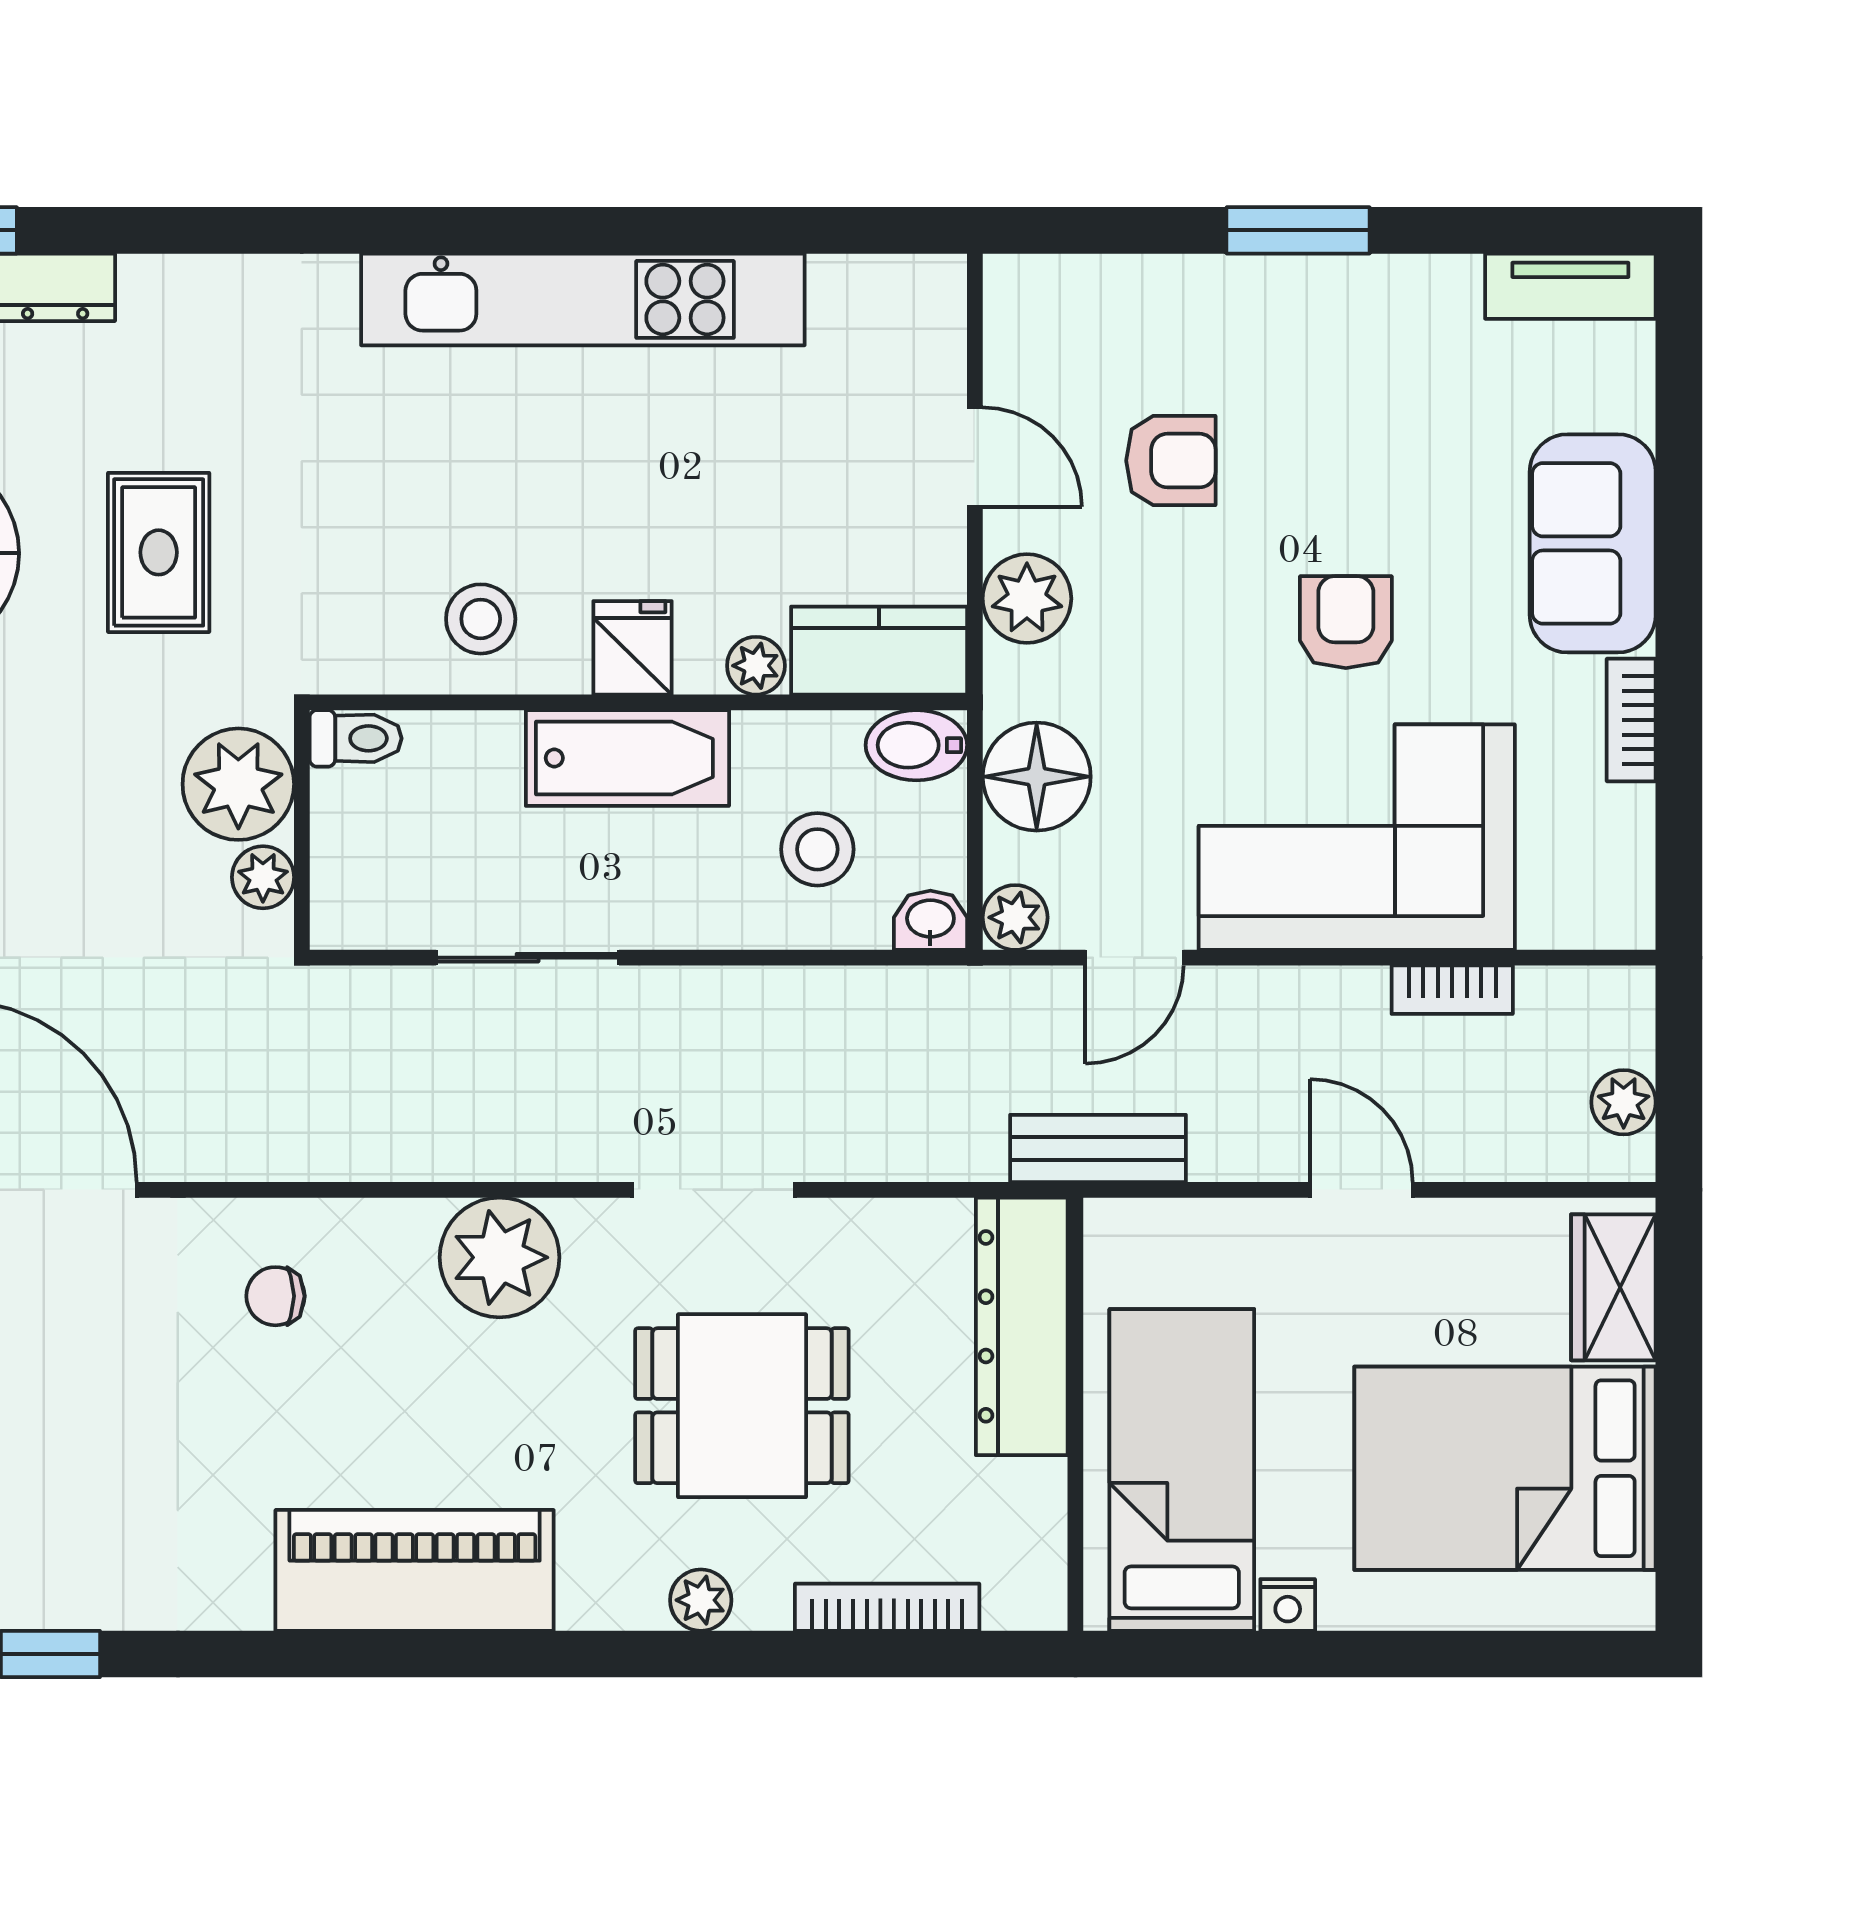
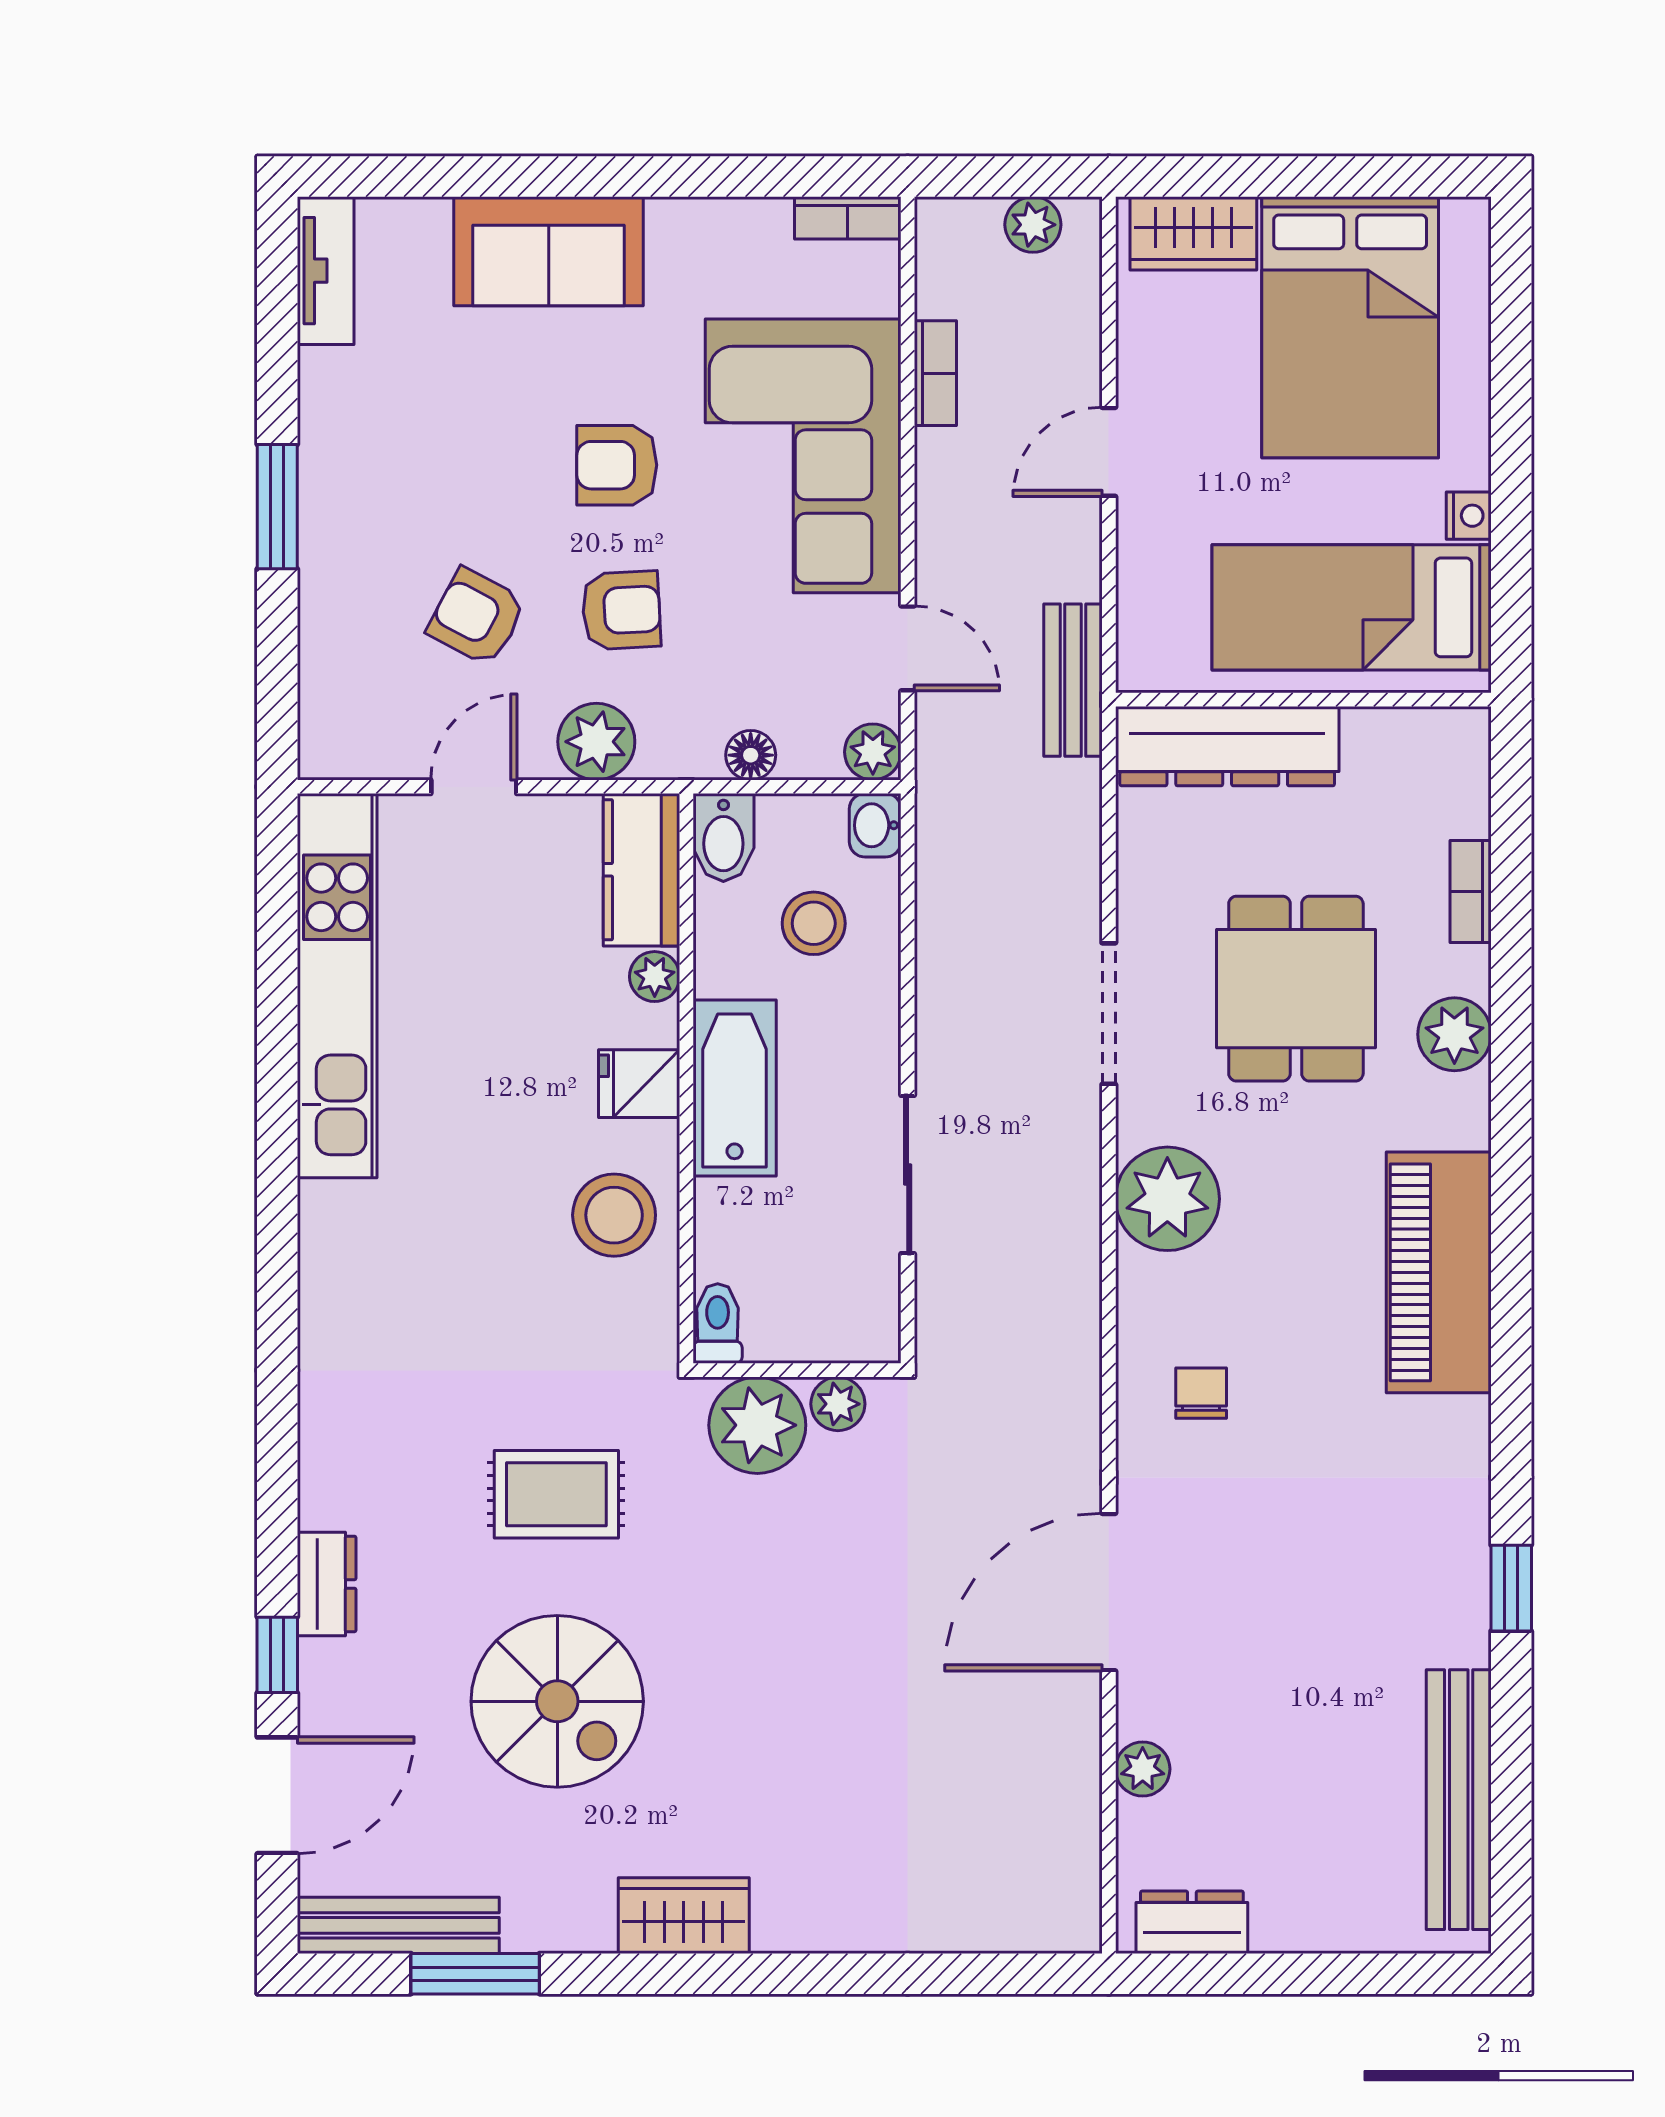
kitchen unit: (583, 299) -> (337, 986), moved
armchair: (1171, 461) -> (477, 617), turned -62
stool: (481, 619) -> (614, 1215), width x1.38, depth x1.38
armchair: (1179, 627) -> (621, 610), added
bookcase: (1631, 720) -> (848, 218), moved
floor lamp: (1037, 777) -> (751, 755), width x0.53, depth x0.53
chair: (275, 1296) -> (1201, 1393), turned 180
plant: (701, 1600) -> (1454, 1034), width x1.38, depth x1.38
bookcase: (887, 1607) -> (1471, 892), width x0.64

